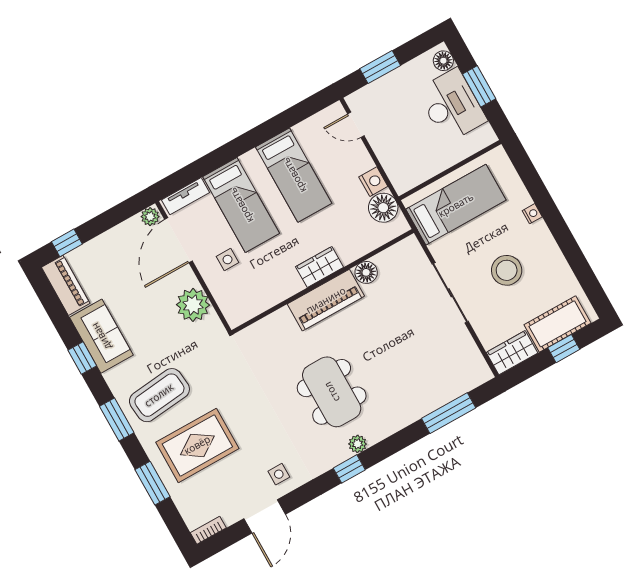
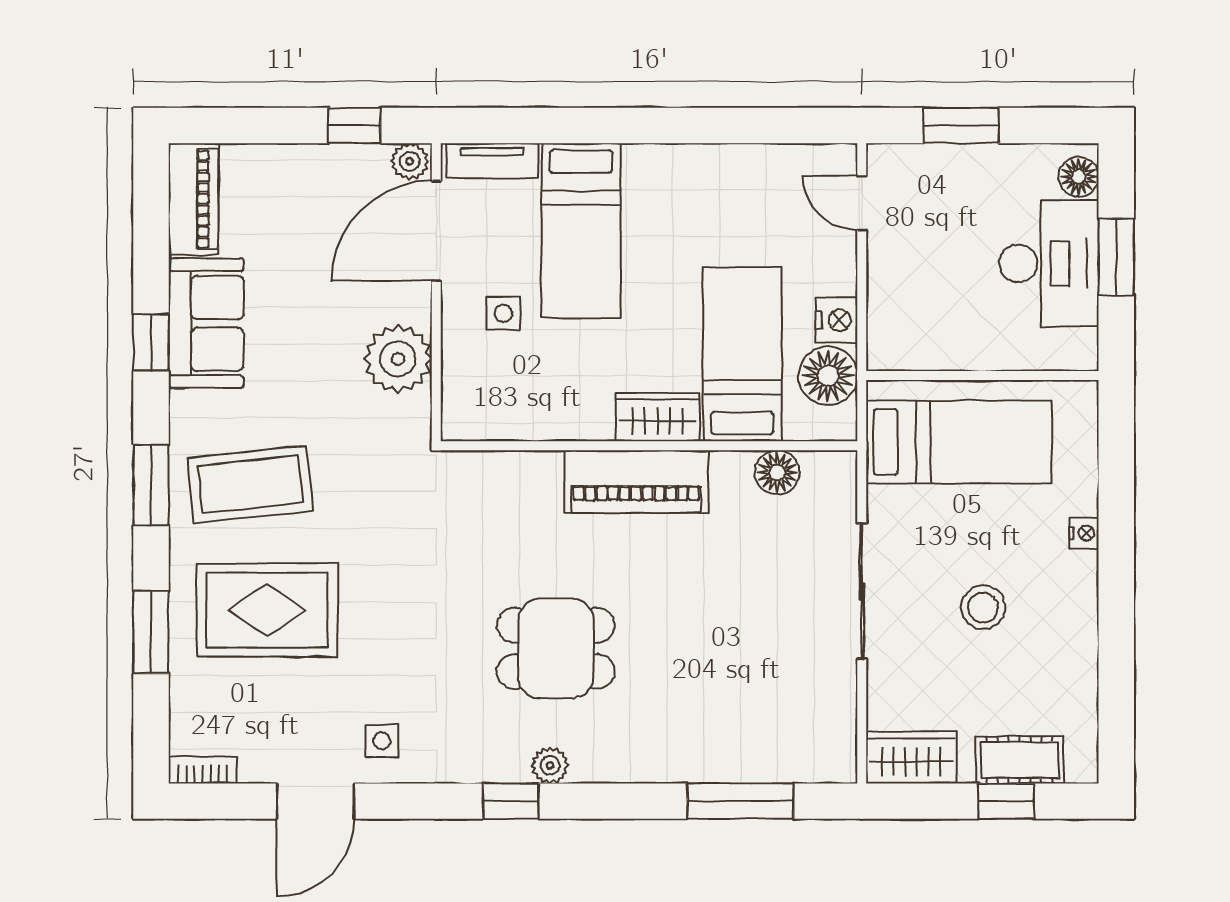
bed: (294, 175) -> (742, 354), moved, turned 180
window: (67, 243) -> (354, 125), moved
stool: (507, 270) -> (983, 607), width x0.73, depth x0.73
floor lamp: (366, 272) -> (777, 472), moved
cot: (557, 324) -> (1020, 760), width x0.73, depth x0.75
dining table: (332, 392) -> (556, 648), width x0.73

